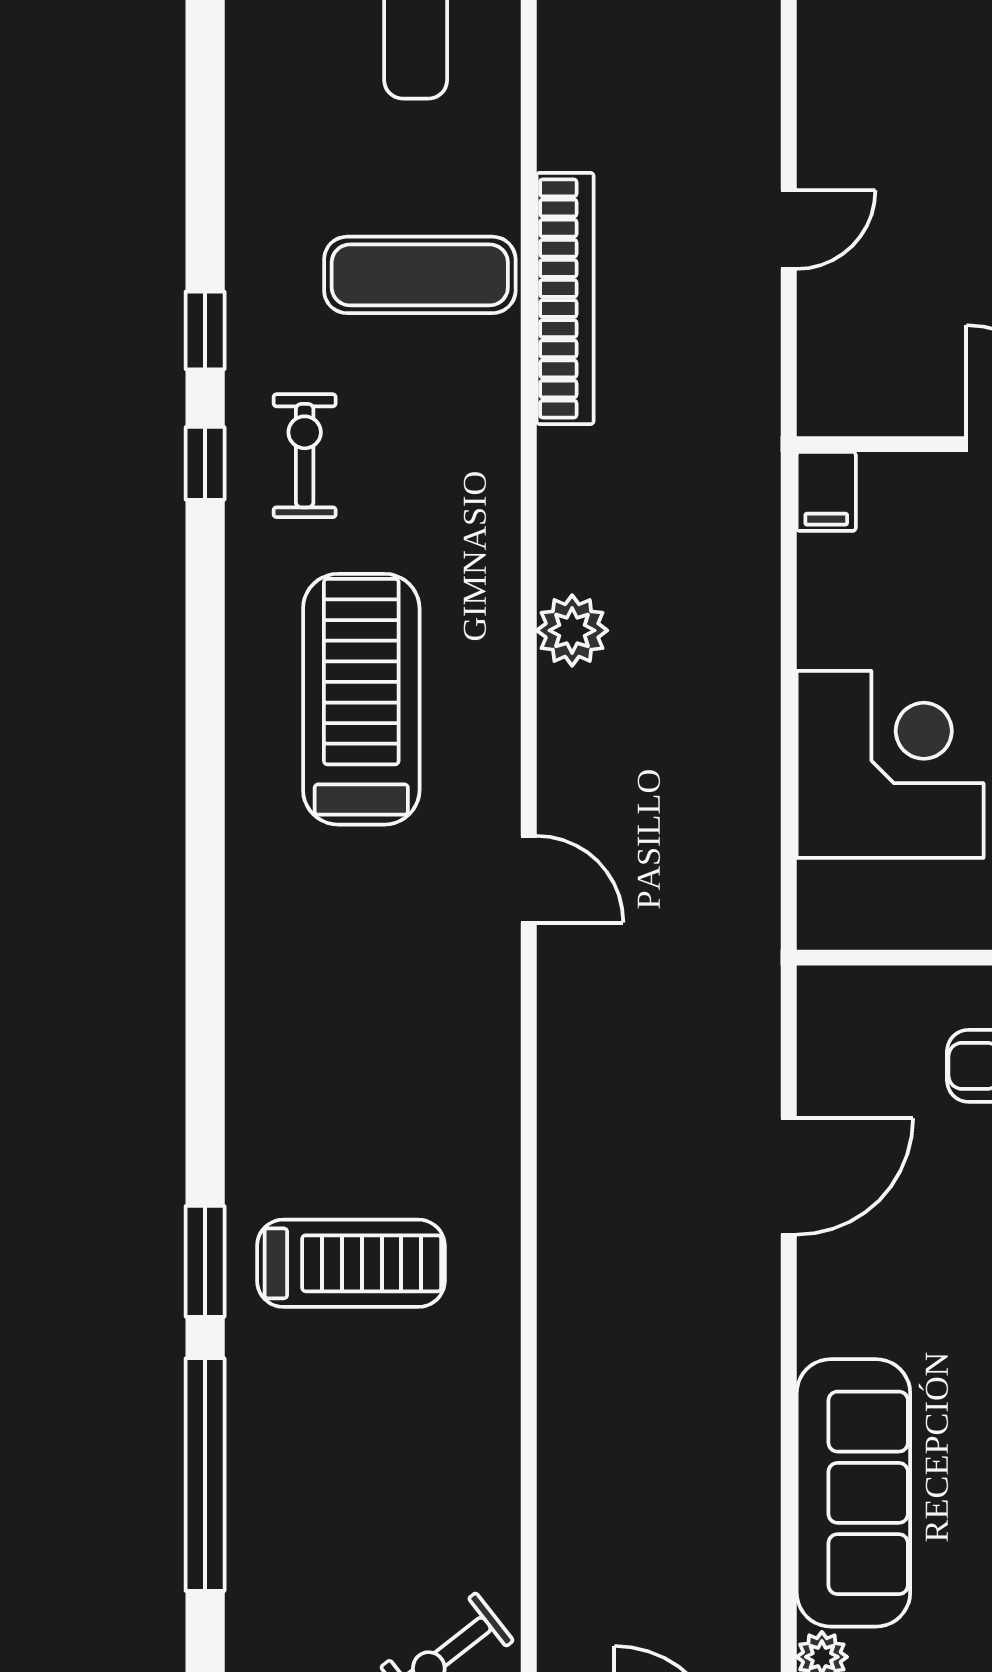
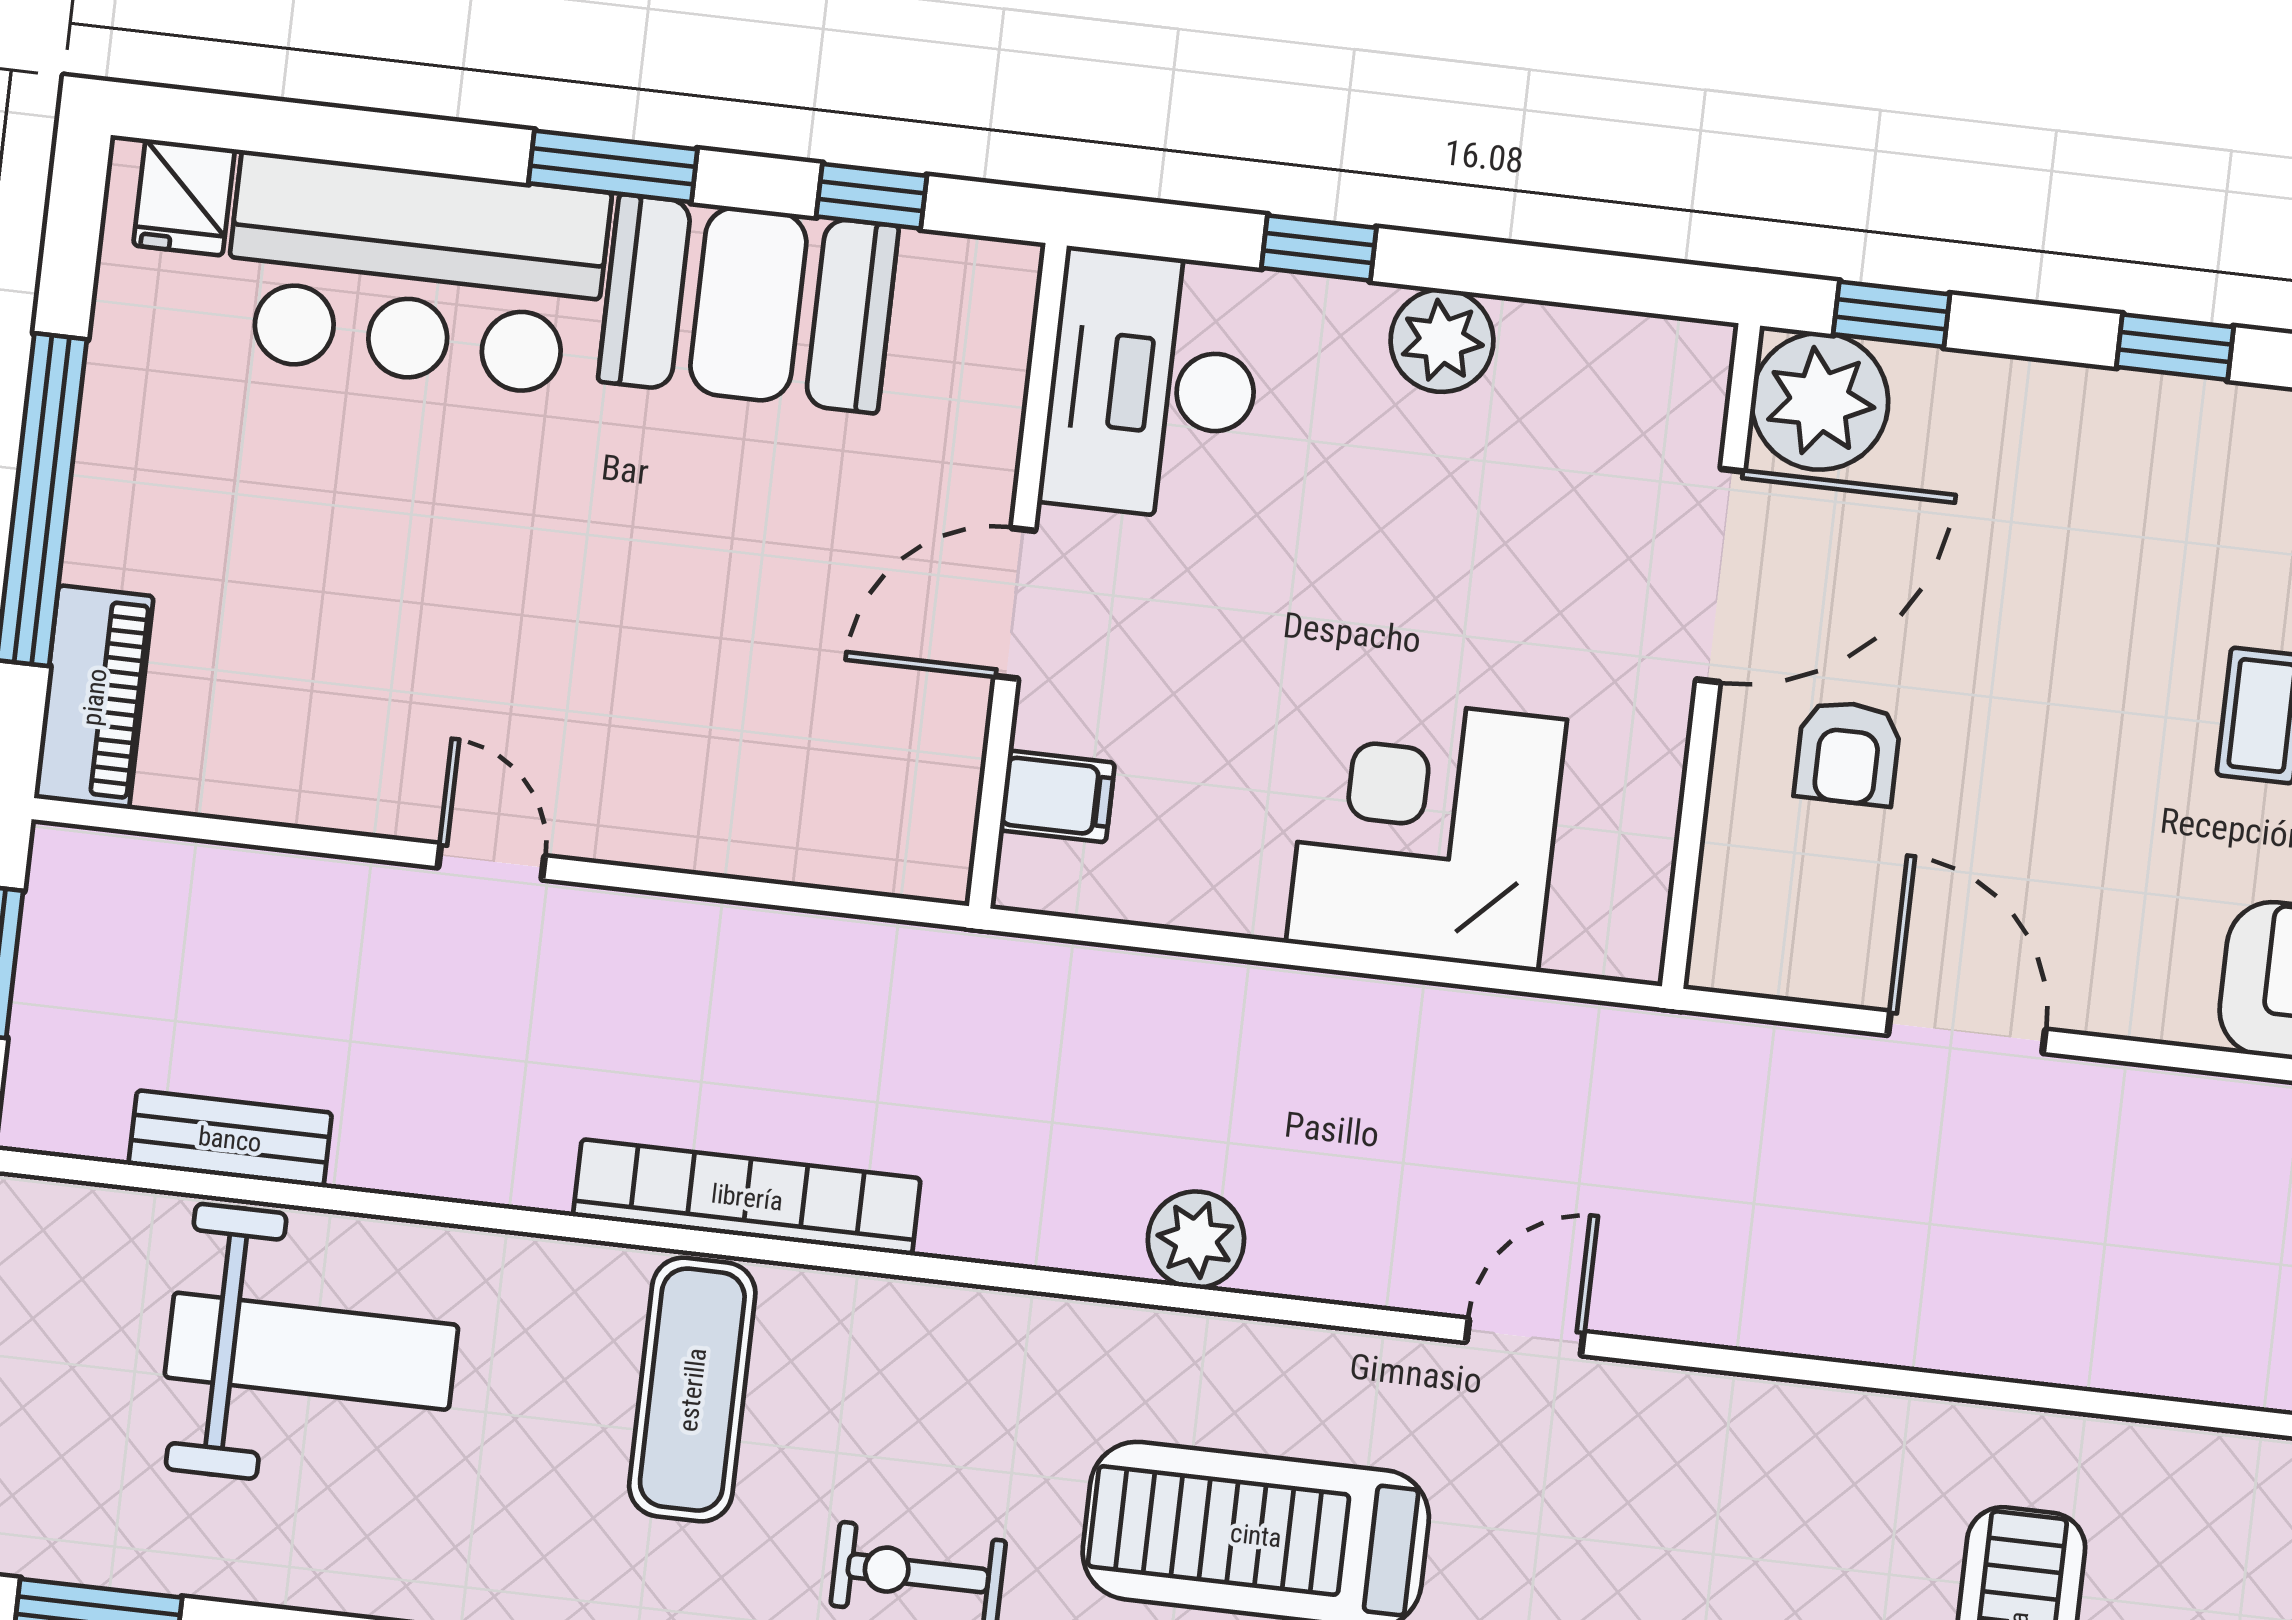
door: (789, 230) -> (491, 862), moved
filing cabinet: (826, 491) -> (1057, 796), moved

